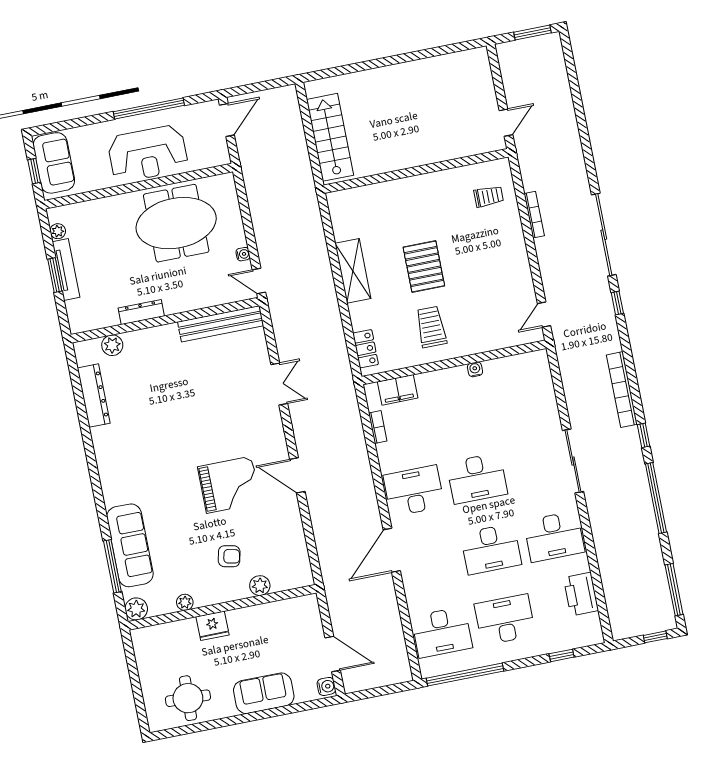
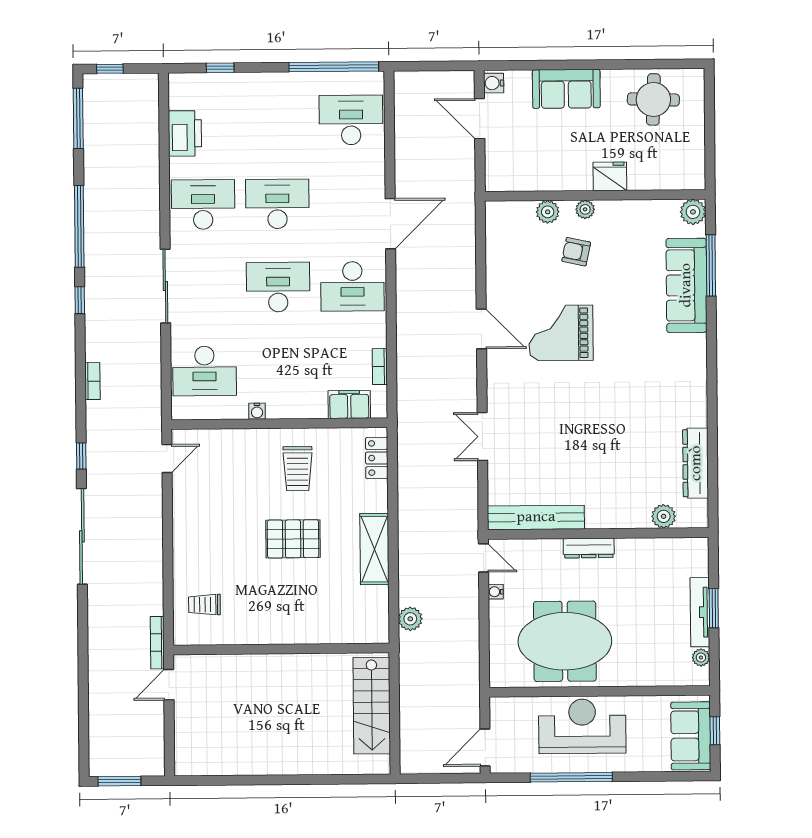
bookcase: (534, 215) -> (157, 643), moved
plant: (311, 217) -> (410, 619), added
pallet: (424, 267) -> (293, 539), turned 90
dresser: (141, 312) -> (589, 548), moved
bookcase: (622, 390) -> (92, 381), width x0.43, depth x0.76
plant: (185, 602) -> (585, 209), moved
desk: (505, 620) -> (205, 371), moved

